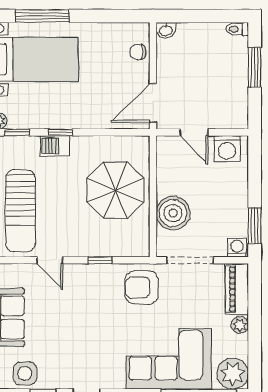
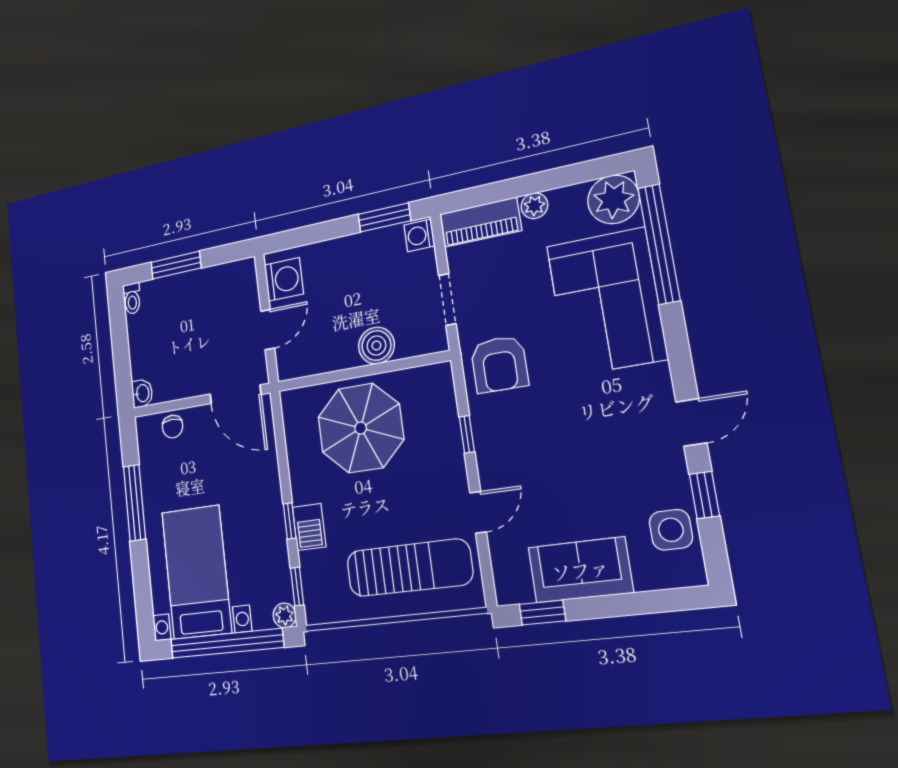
window: (42, 16) -> (135, 503), moved
boiler: (173, 213) -> (376, 346), width x0.73, depth x0.73
doorway: (190, 260) -> (447, 299), width x0.73

